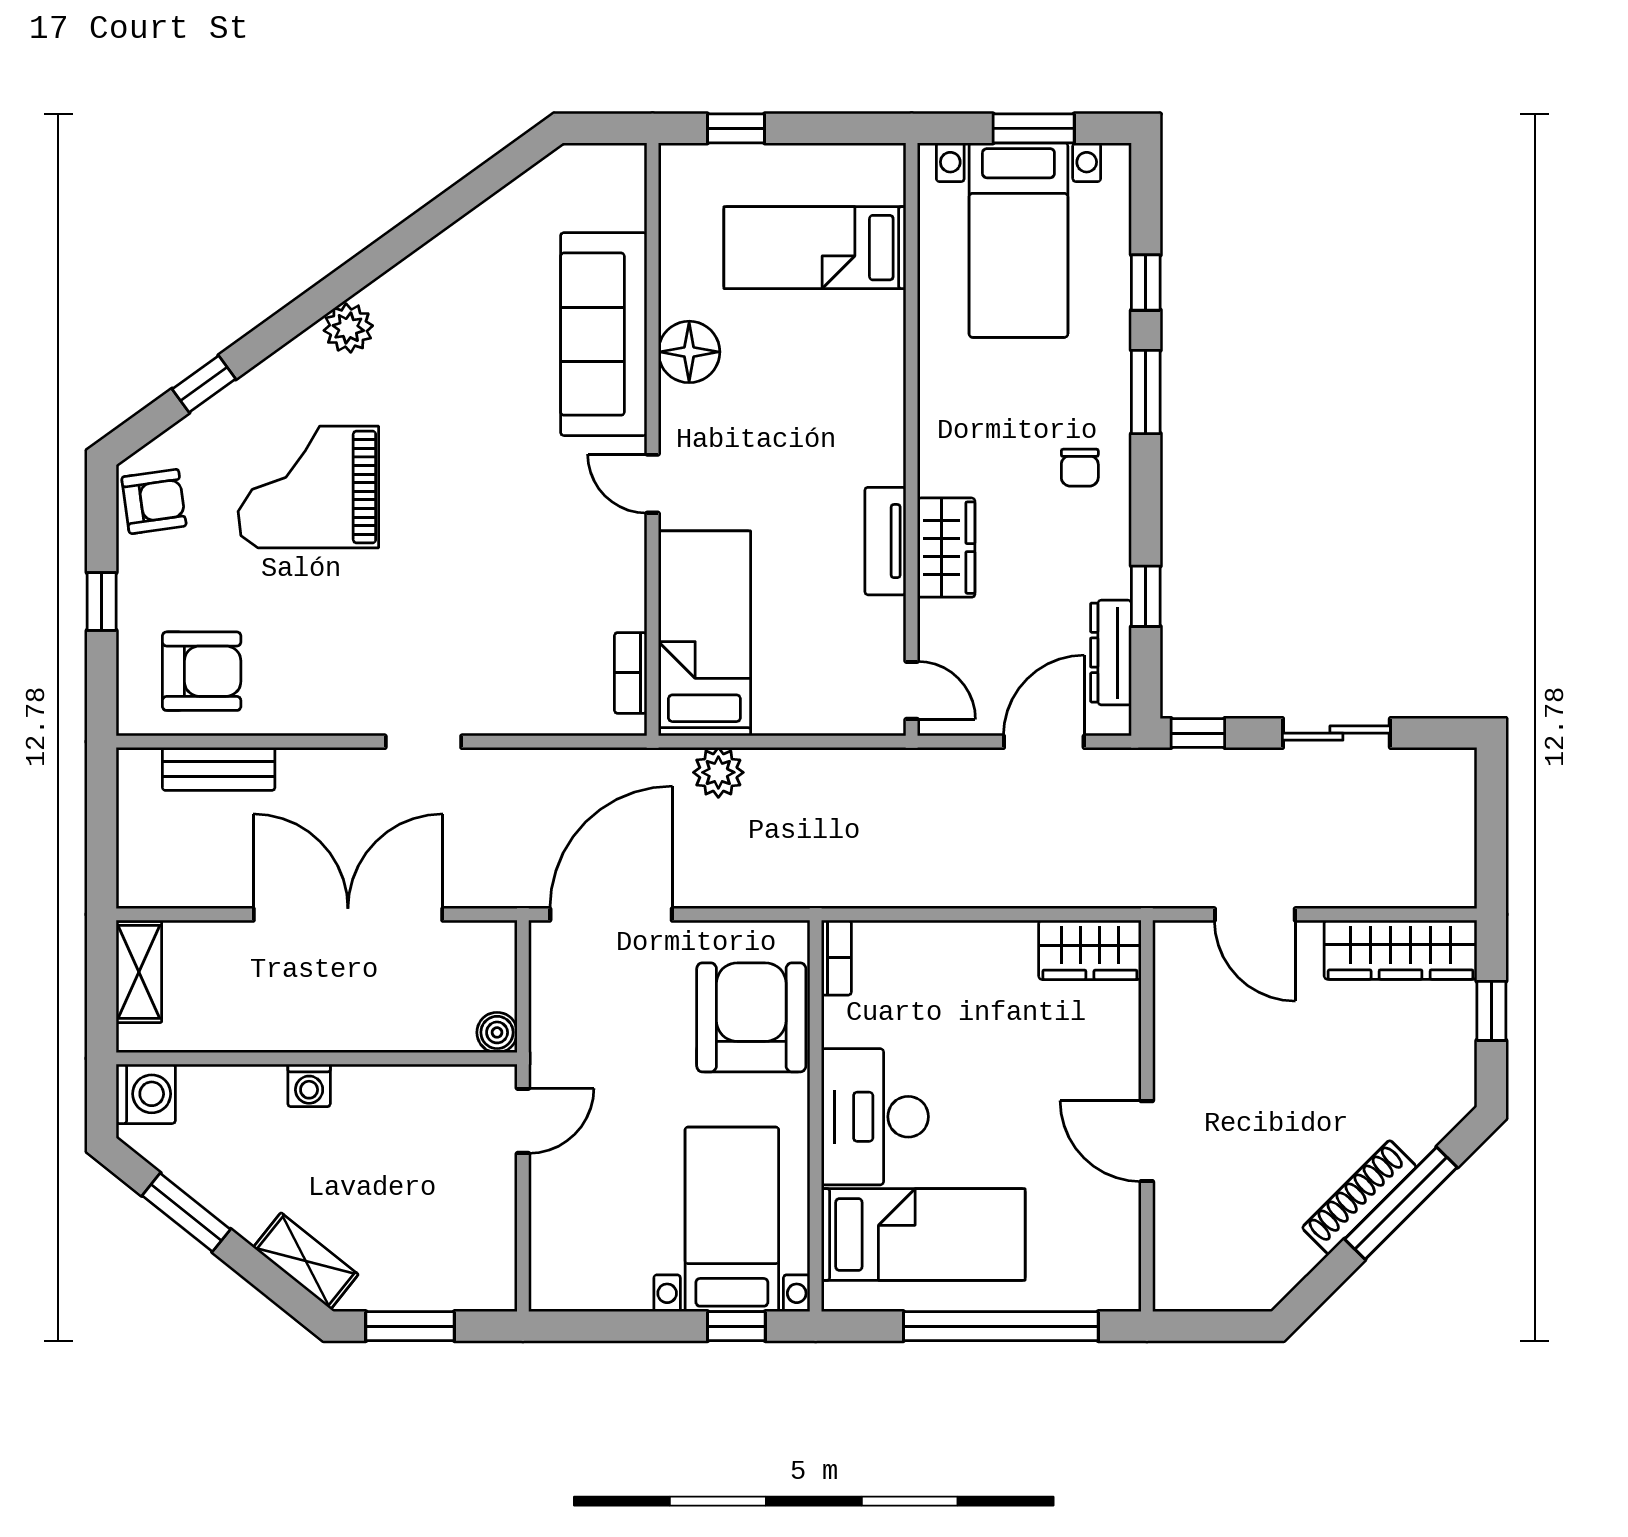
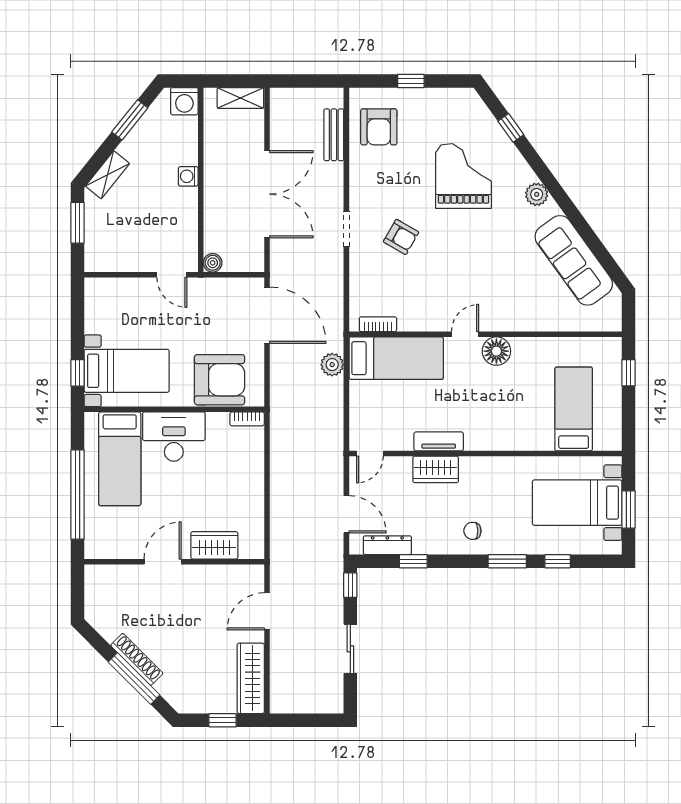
sofa: (604, 334) -> (574, 260), moved, turned -126
floor lamp: (689, 352) -> (496, 351), moved
armchair: (154, 501) -> (401, 237), moved, turned -52
wardrobe: (1090, 950) -> (214, 545), moved, turned 90

